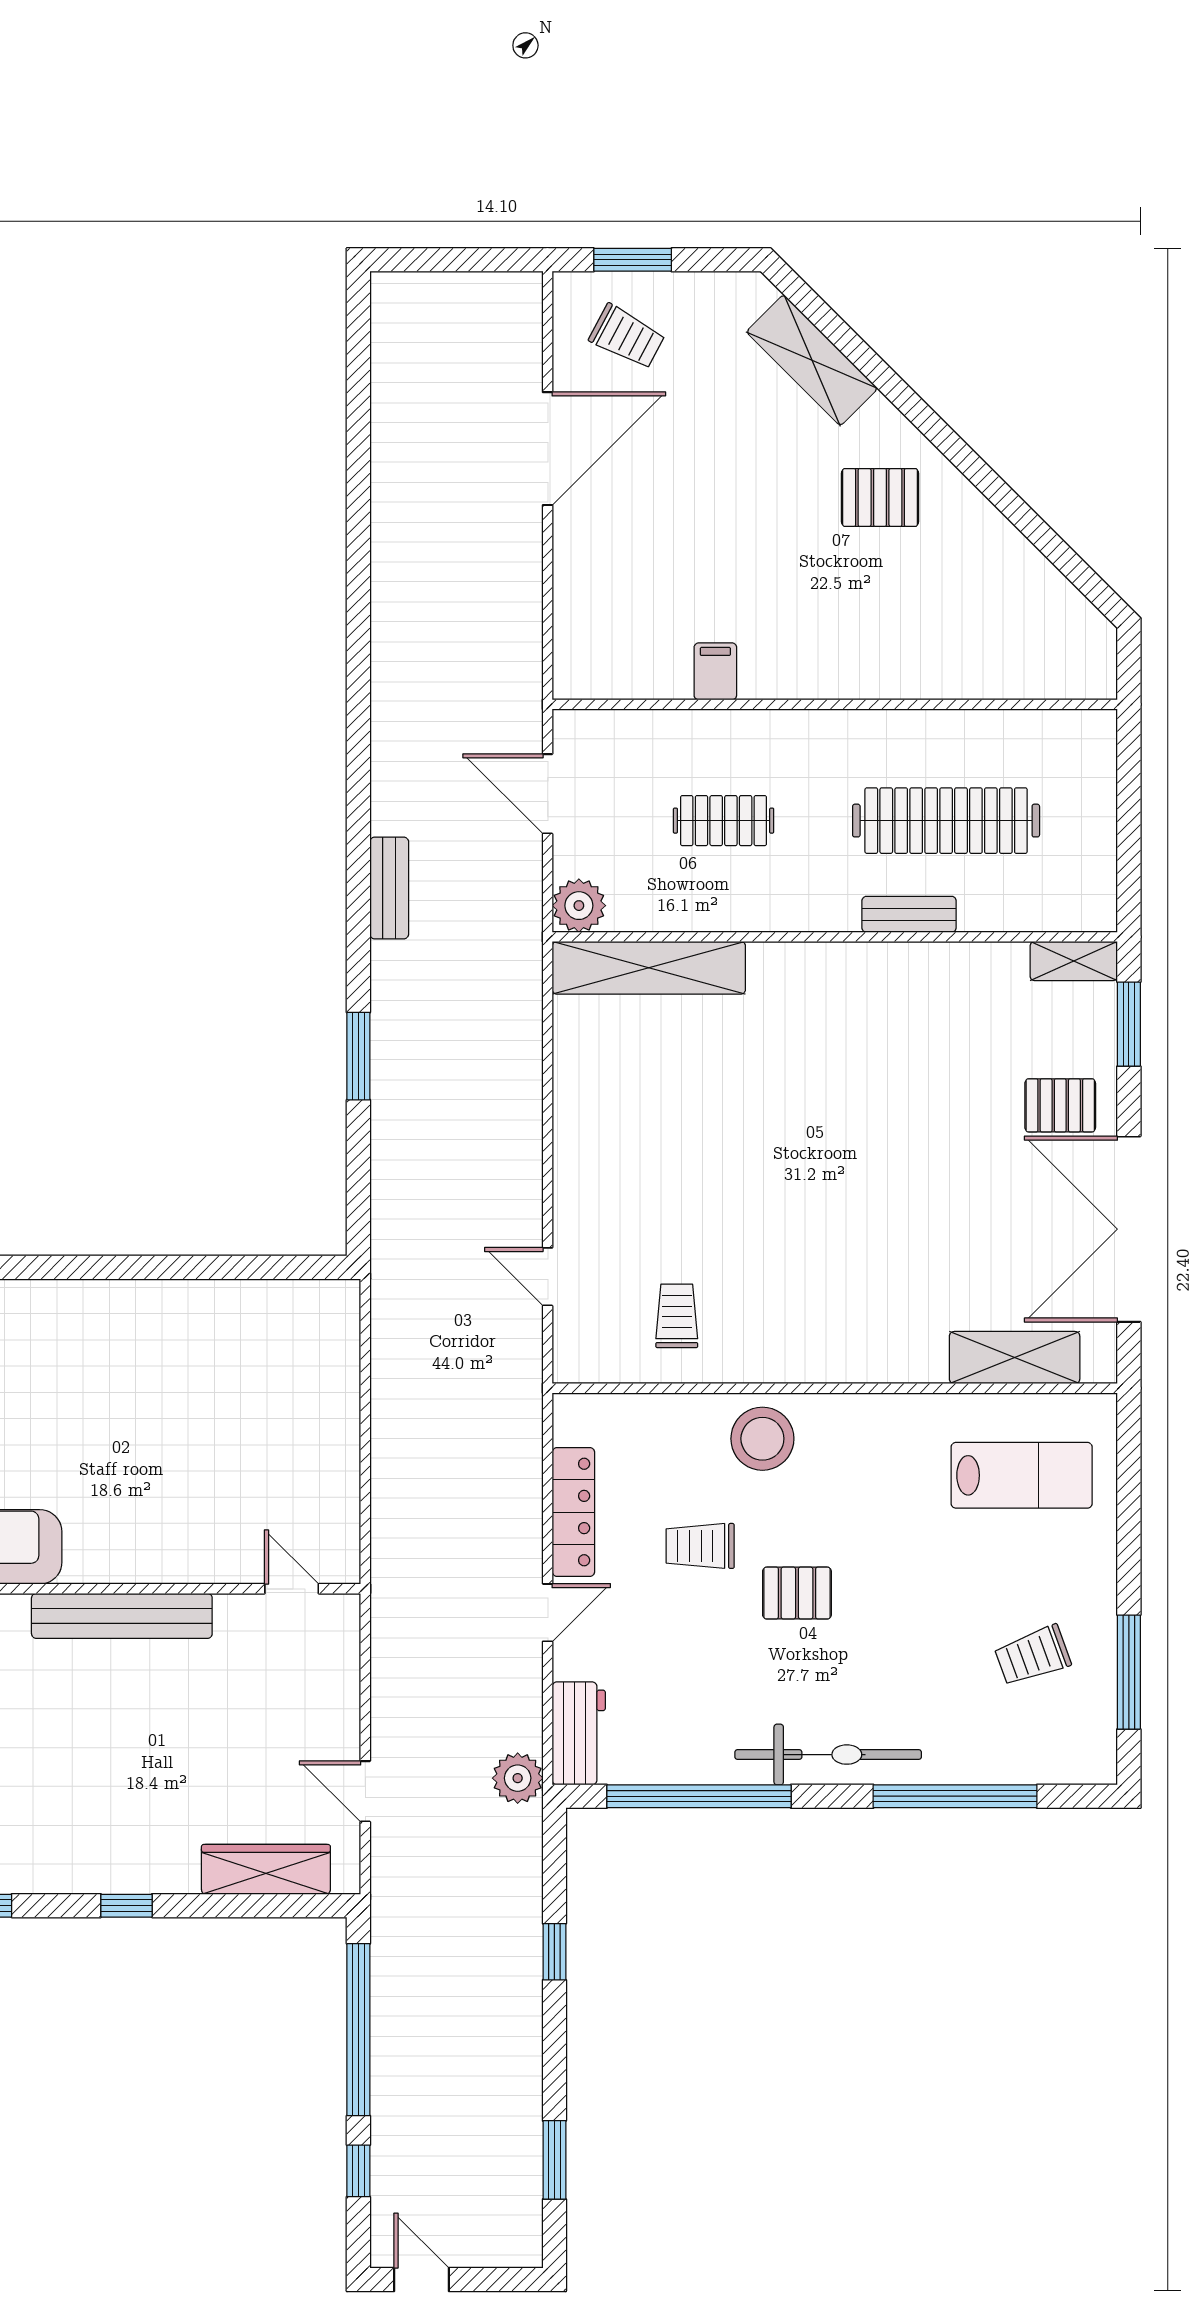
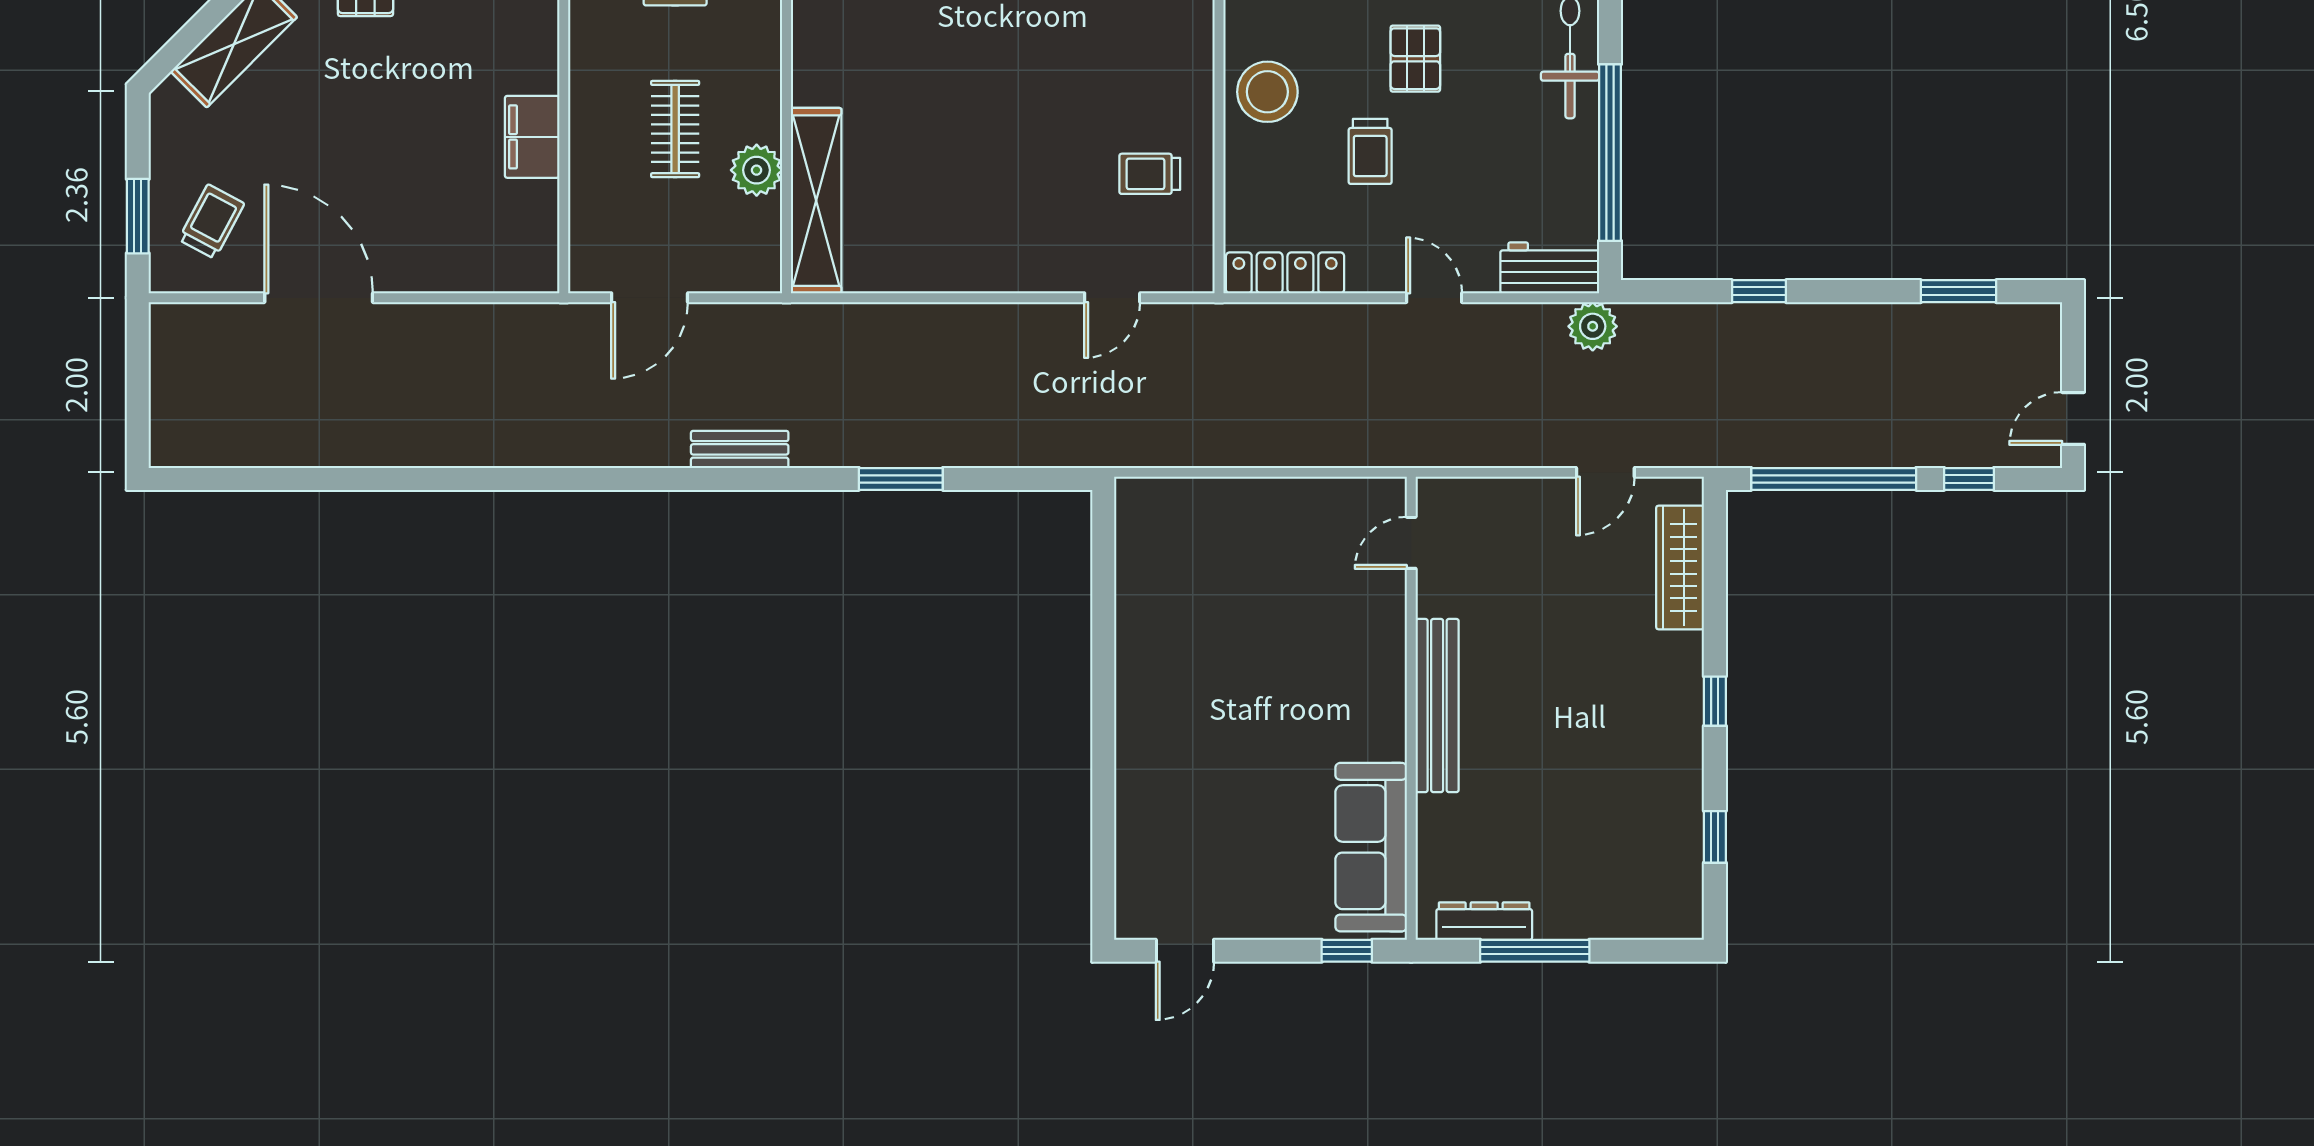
filing cabinet: (715, 671) -> (532, 137), width x2.00
plant: (579, 906) -> (757, 170), moved
locker: (573, 1512) -> (1285, 273), moved

